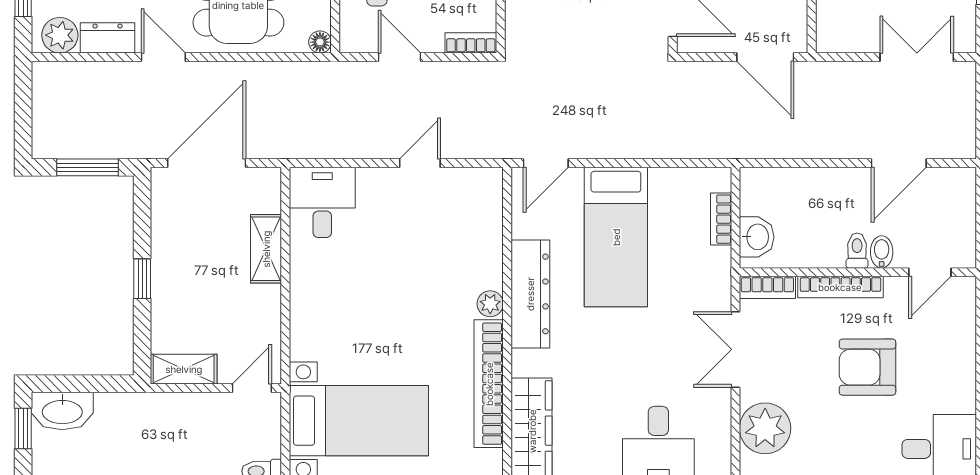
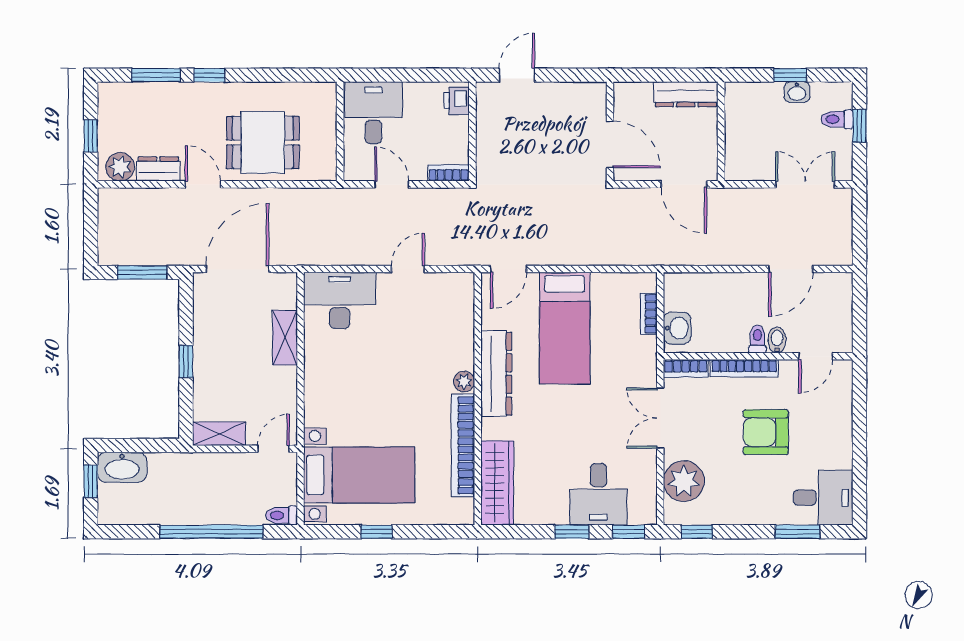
floor lamp: (320, 42) -> (328, 172), removed
desk: (322, 202) -> (340, 300), width x1.37

